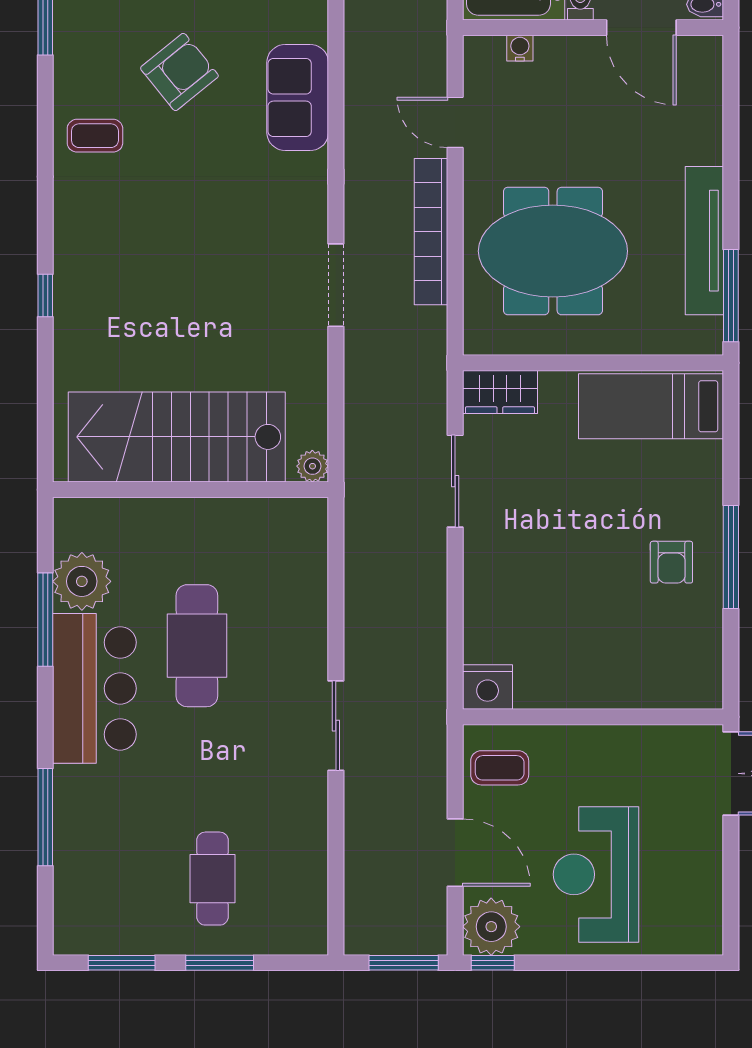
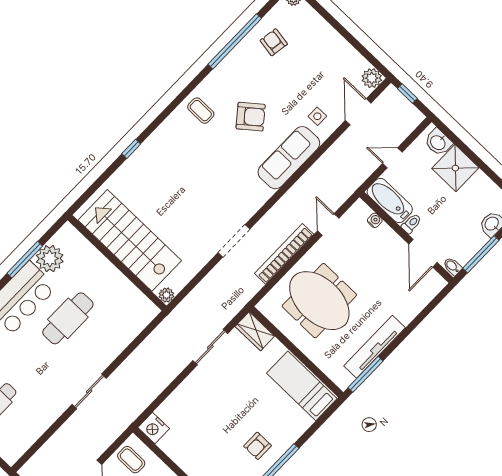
sofa: (298, 98) -> (289, 158), width x1.36

